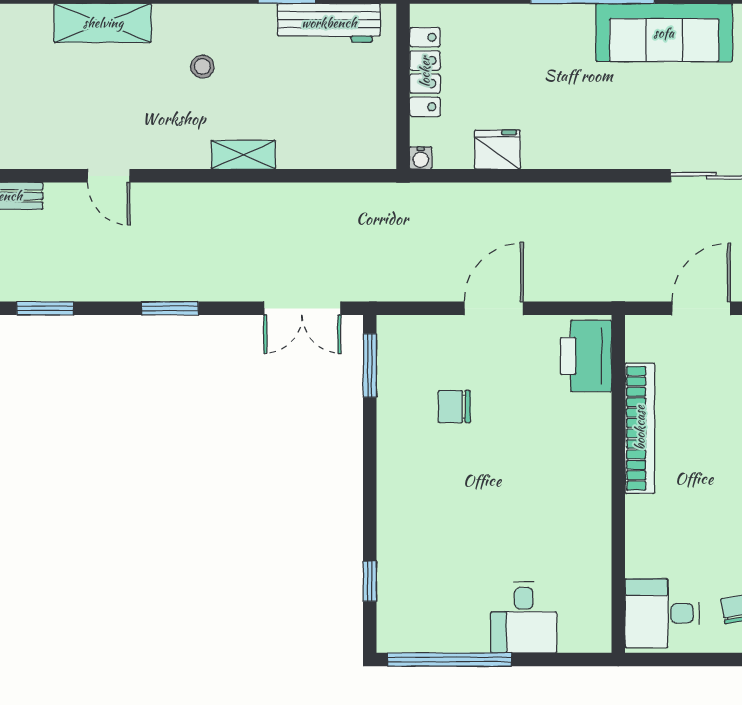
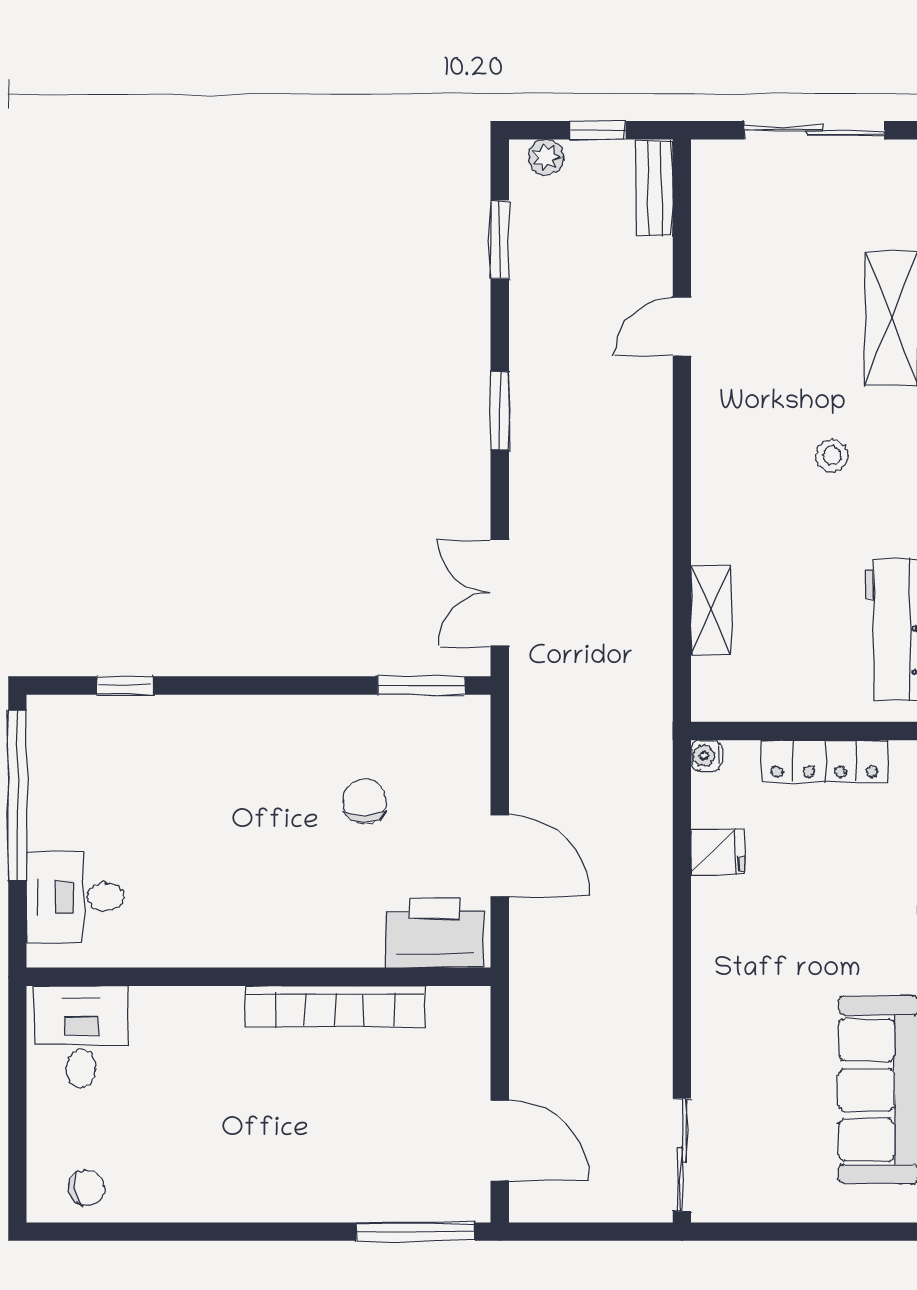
fridge: (497, 150) -> (718, 852), width x0.72
shelving: (243, 155) -> (711, 611), moved
printer: (586, 356) -> (434, 932), moved
bookcase: (640, 428) -> (335, 1006), moved
wall: (618, 484) -> (259, 977), moved
desk: (662, 613) -> (81, 1037), moved

